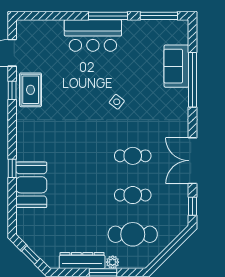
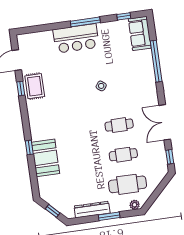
window: (159, 16) -> (124, 16), width x0.46
sofa: (176, 66) -> (140, 33), moved
plant: (113, 262) -> (135, 205), moved

